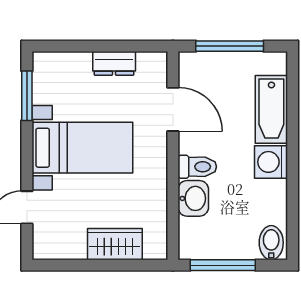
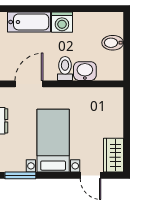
bidet: (271, 243) -> (113, 43), moved
wardrobe: (115, 244) -> (114, 155), moved
window: (223, 265) -> (127, 53), removed

